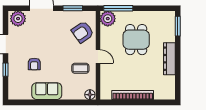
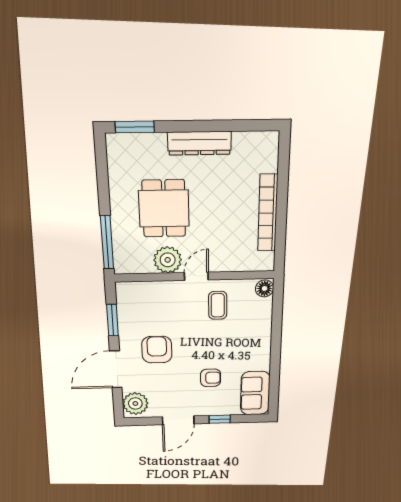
plant: (108, 19) -> (168, 260), moved
armchair: (83, 32) -> (157, 350), moved, turned -145
dining table: (136, 40) -> (164, 209), turned 90
sofa: (47, 91) -> (255, 393), moved

